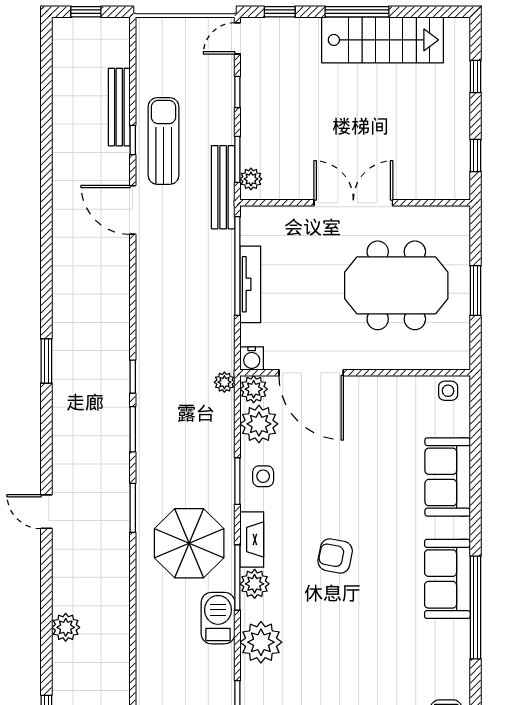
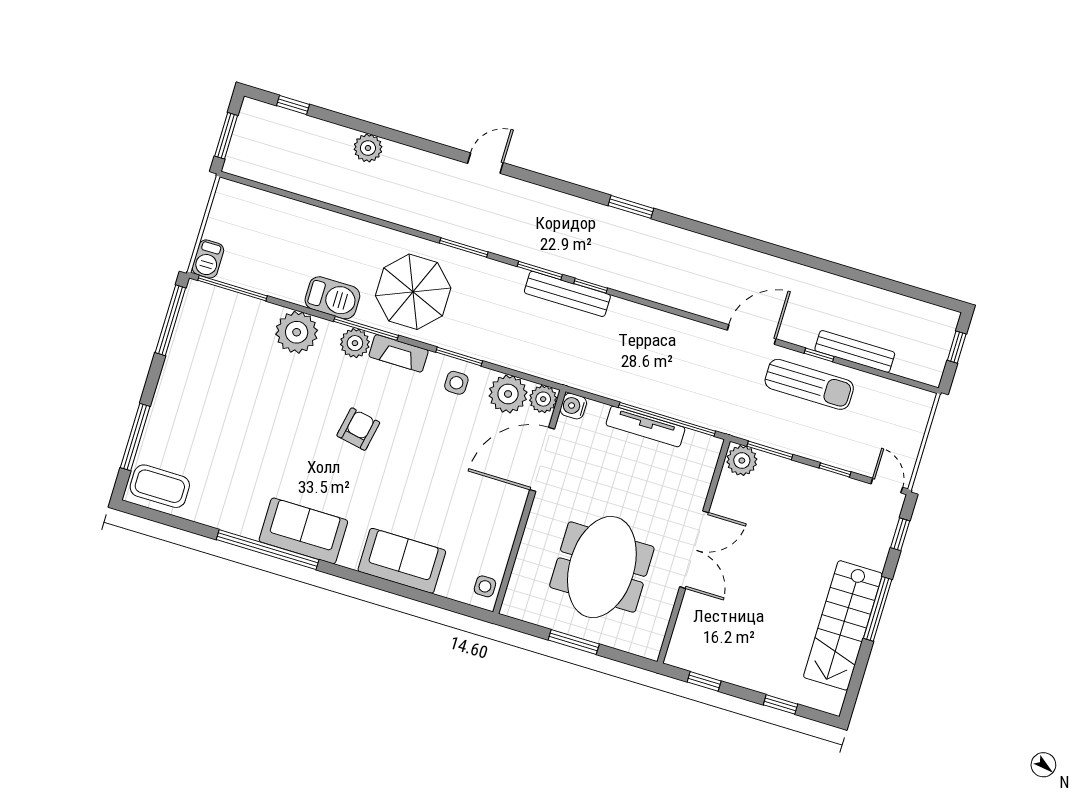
plant: (251, 179) -> (742, 461), width x1.38, depth x1.38
bench: (223, 187) -> (567, 294), moved
plant: (224, 382) -> (558, 373), removed

